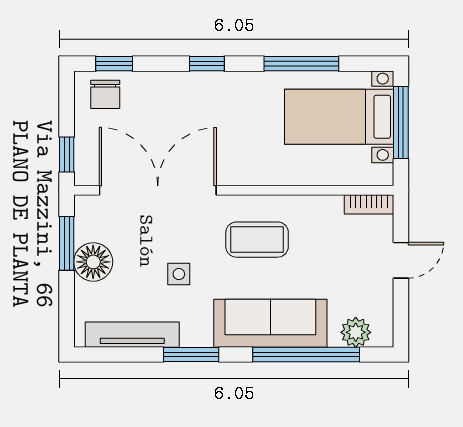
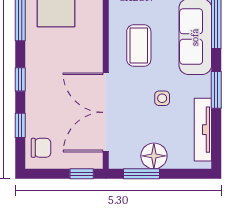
window: (114, 64) -> (20, 125), moved

